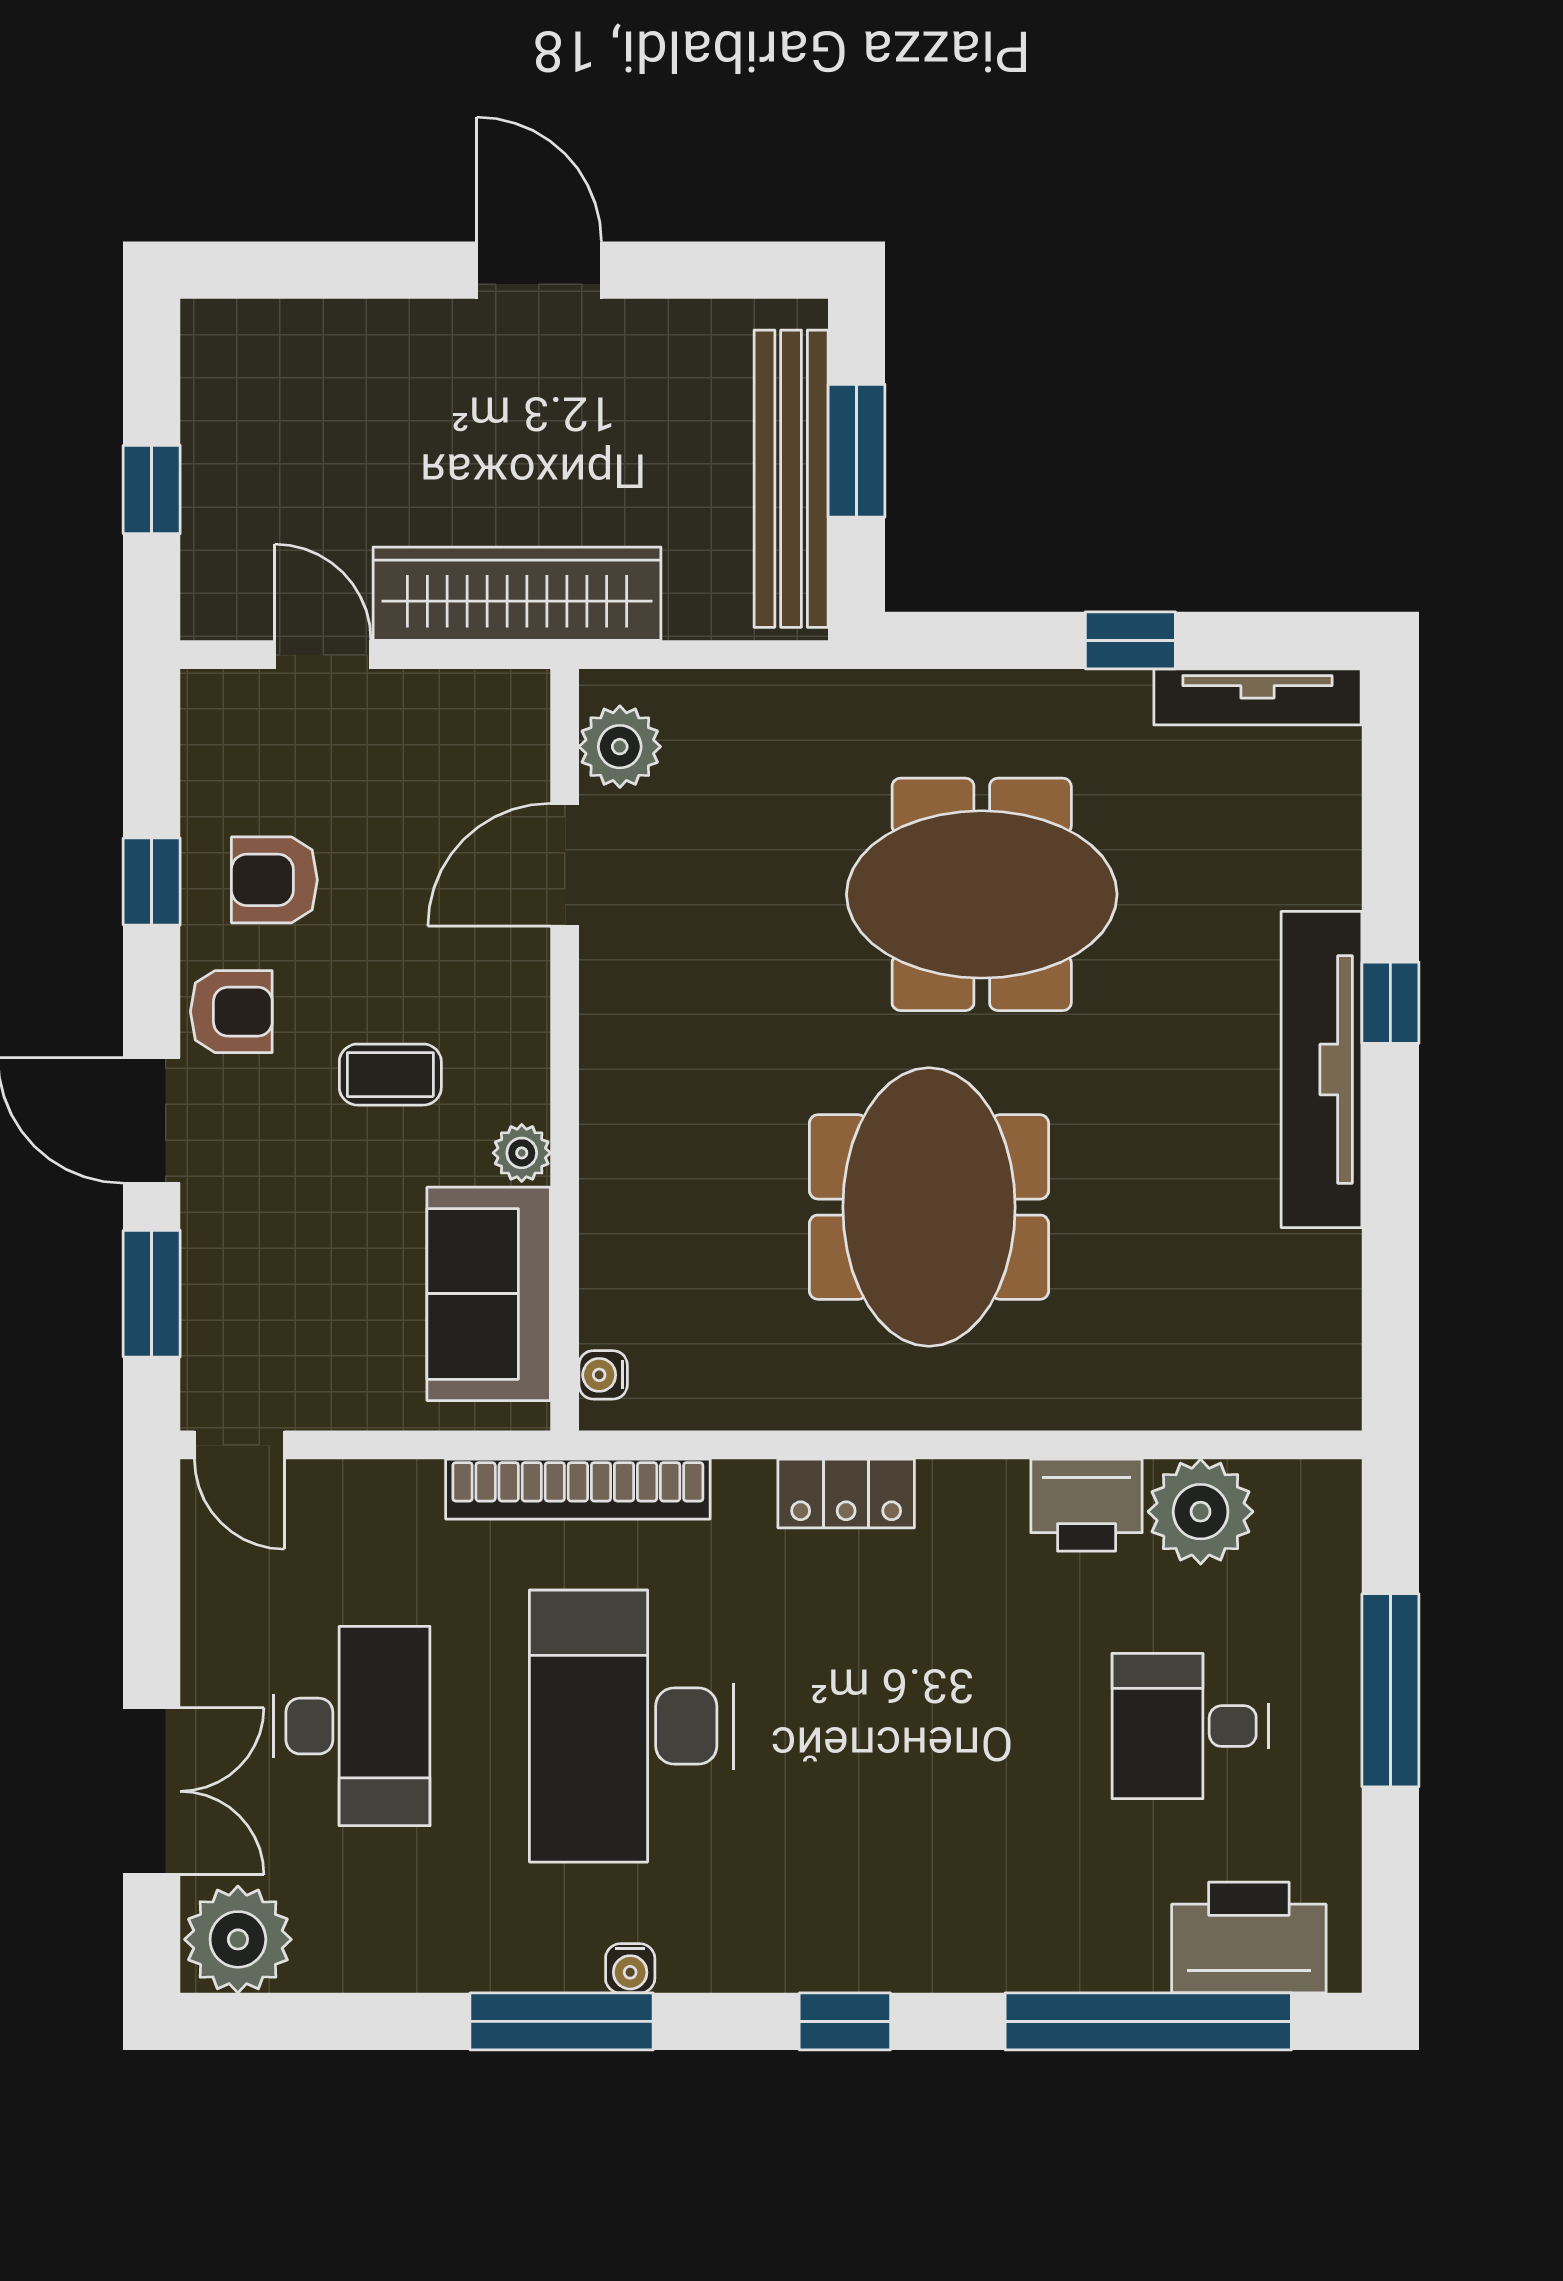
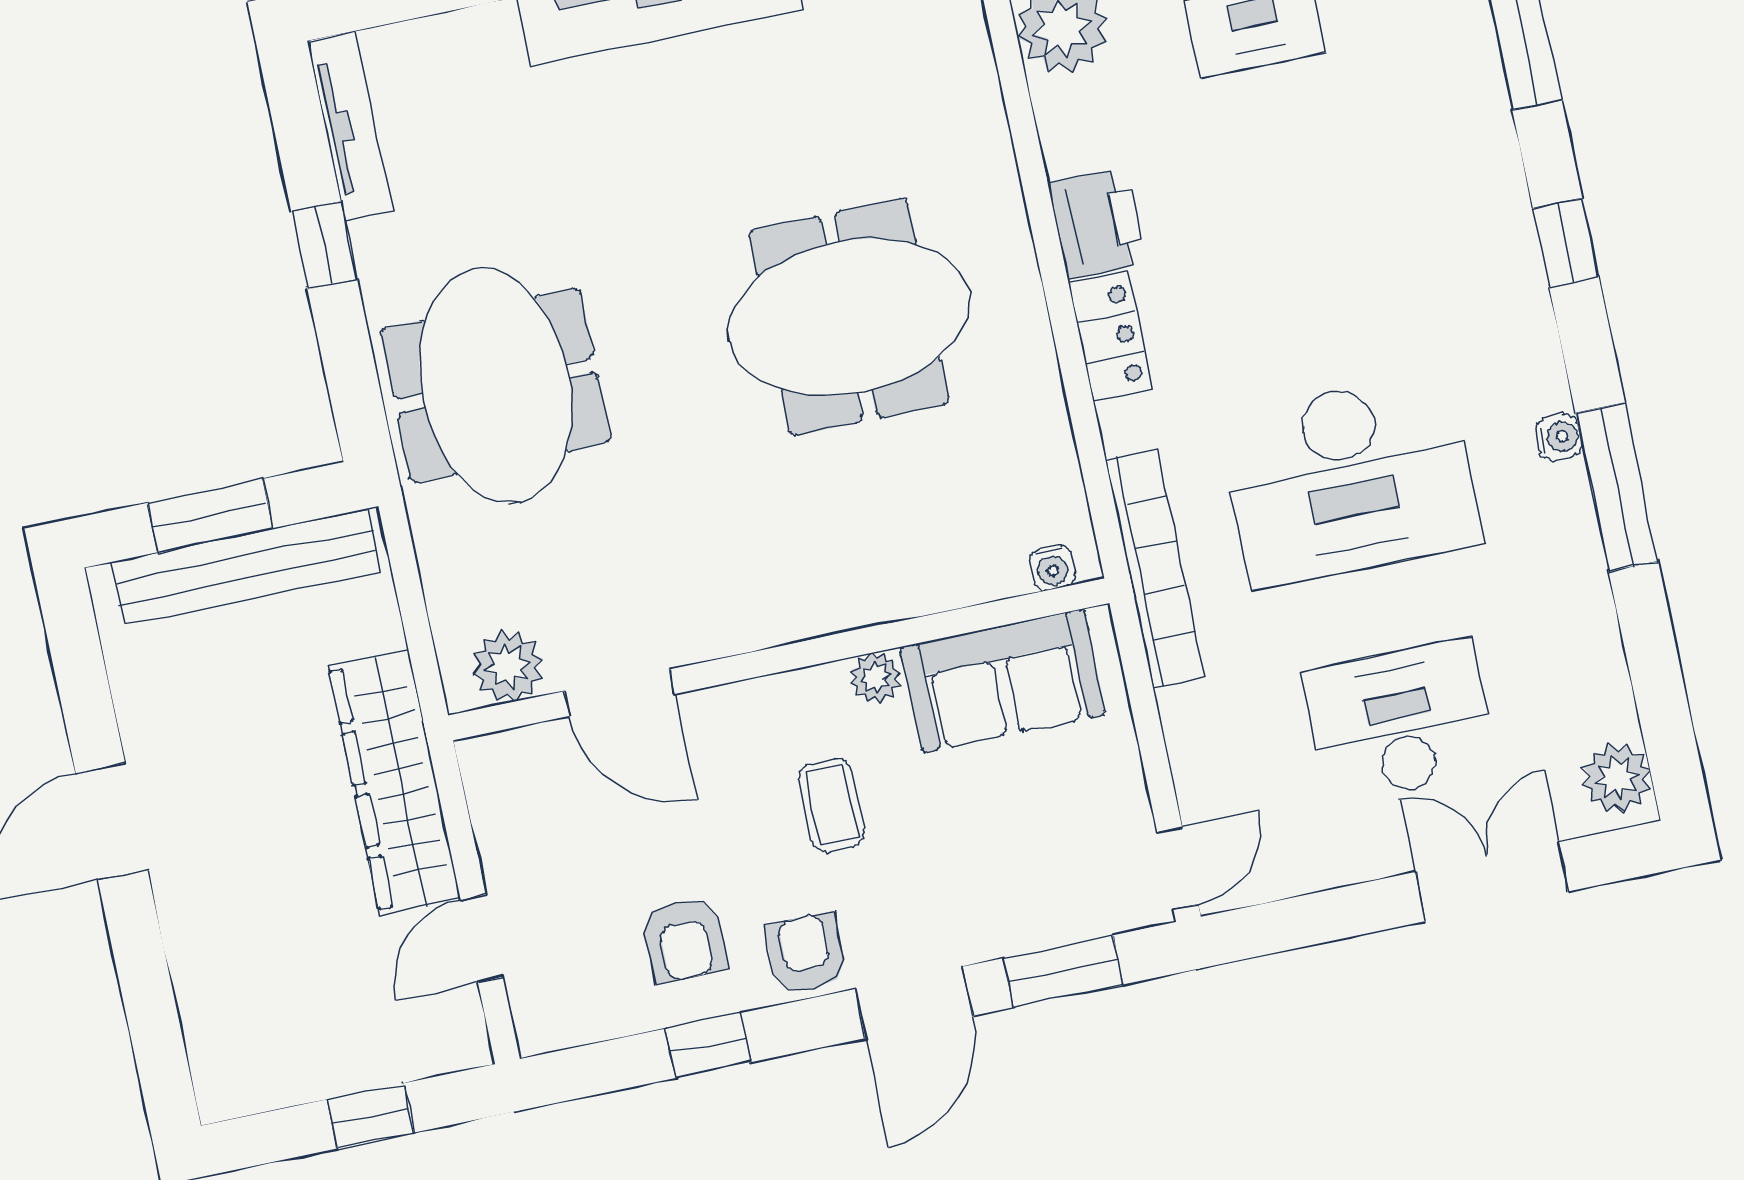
meeting table: (982, 894) -> (496, 386), moved
printer: (1087, 1505) -> (1097, 223), moved
plant: (238, 1939) -> (1617, 778), width x0.73, depth x0.73

